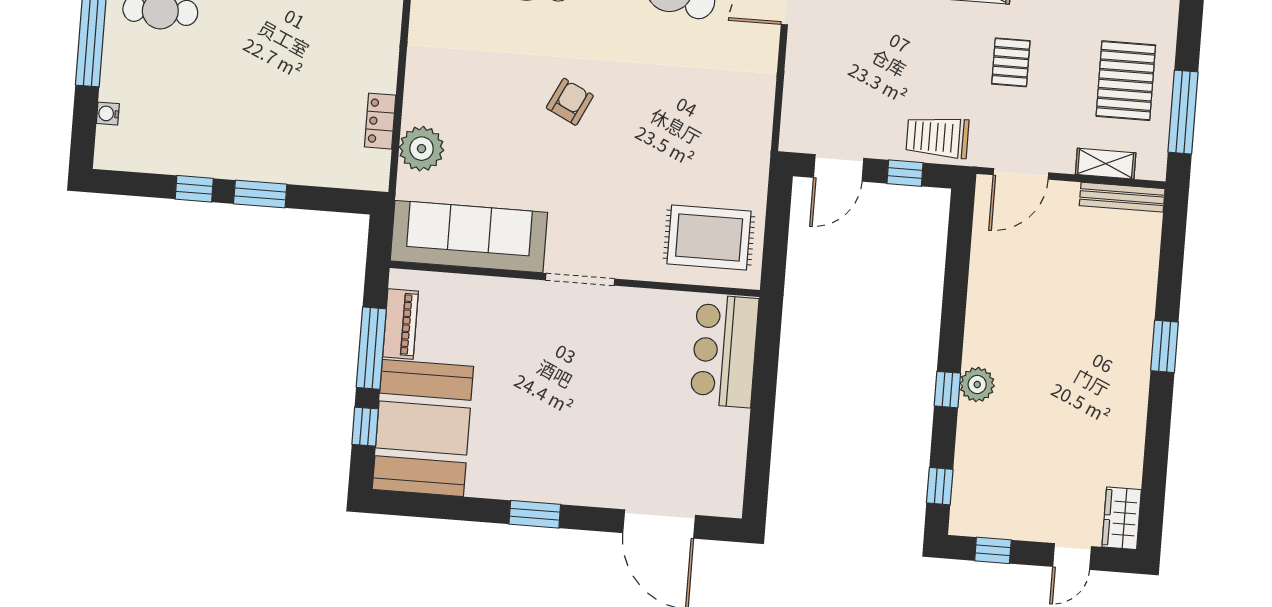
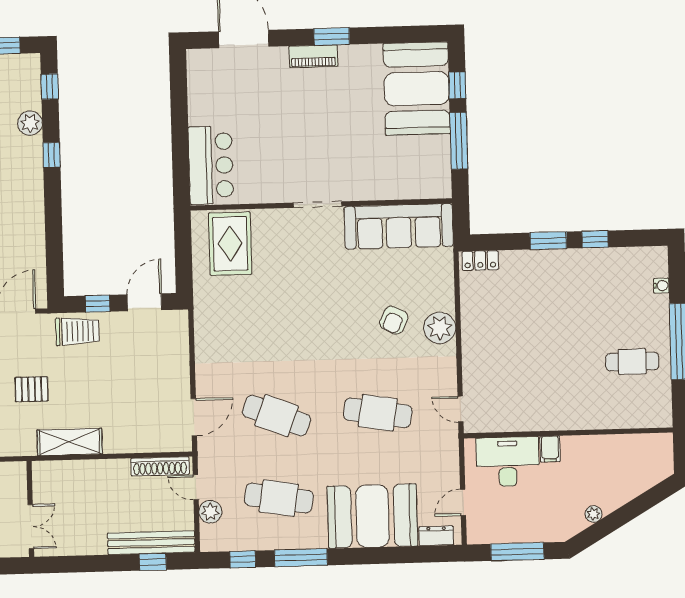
pallet: (1011, 62) -> (32, 389), turned 90
armchair: (570, 102) -> (394, 320), moved
locker: (380, 121) -> (480, 261), moved, turned 90
plant: (422, 149) -> (440, 328), moved
rug: (709, 238) -> (230, 244), turned 90
piano: (400, 324) -> (313, 56), moved, turned -90
plant: (977, 385) -> (30, 123), moved

